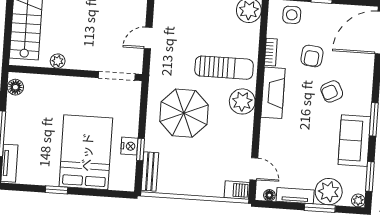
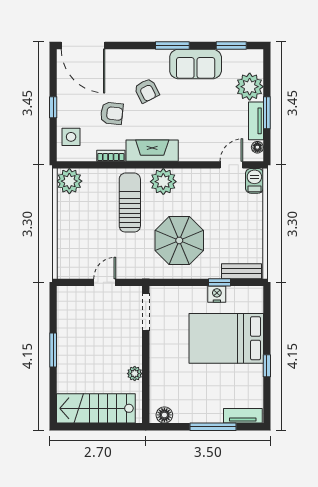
door: (148, 38) -> (105, 282), swing flipped
plant: (358, 200) -> (257, 56), removed
window: (320, 208) -> (267, 113), moved

